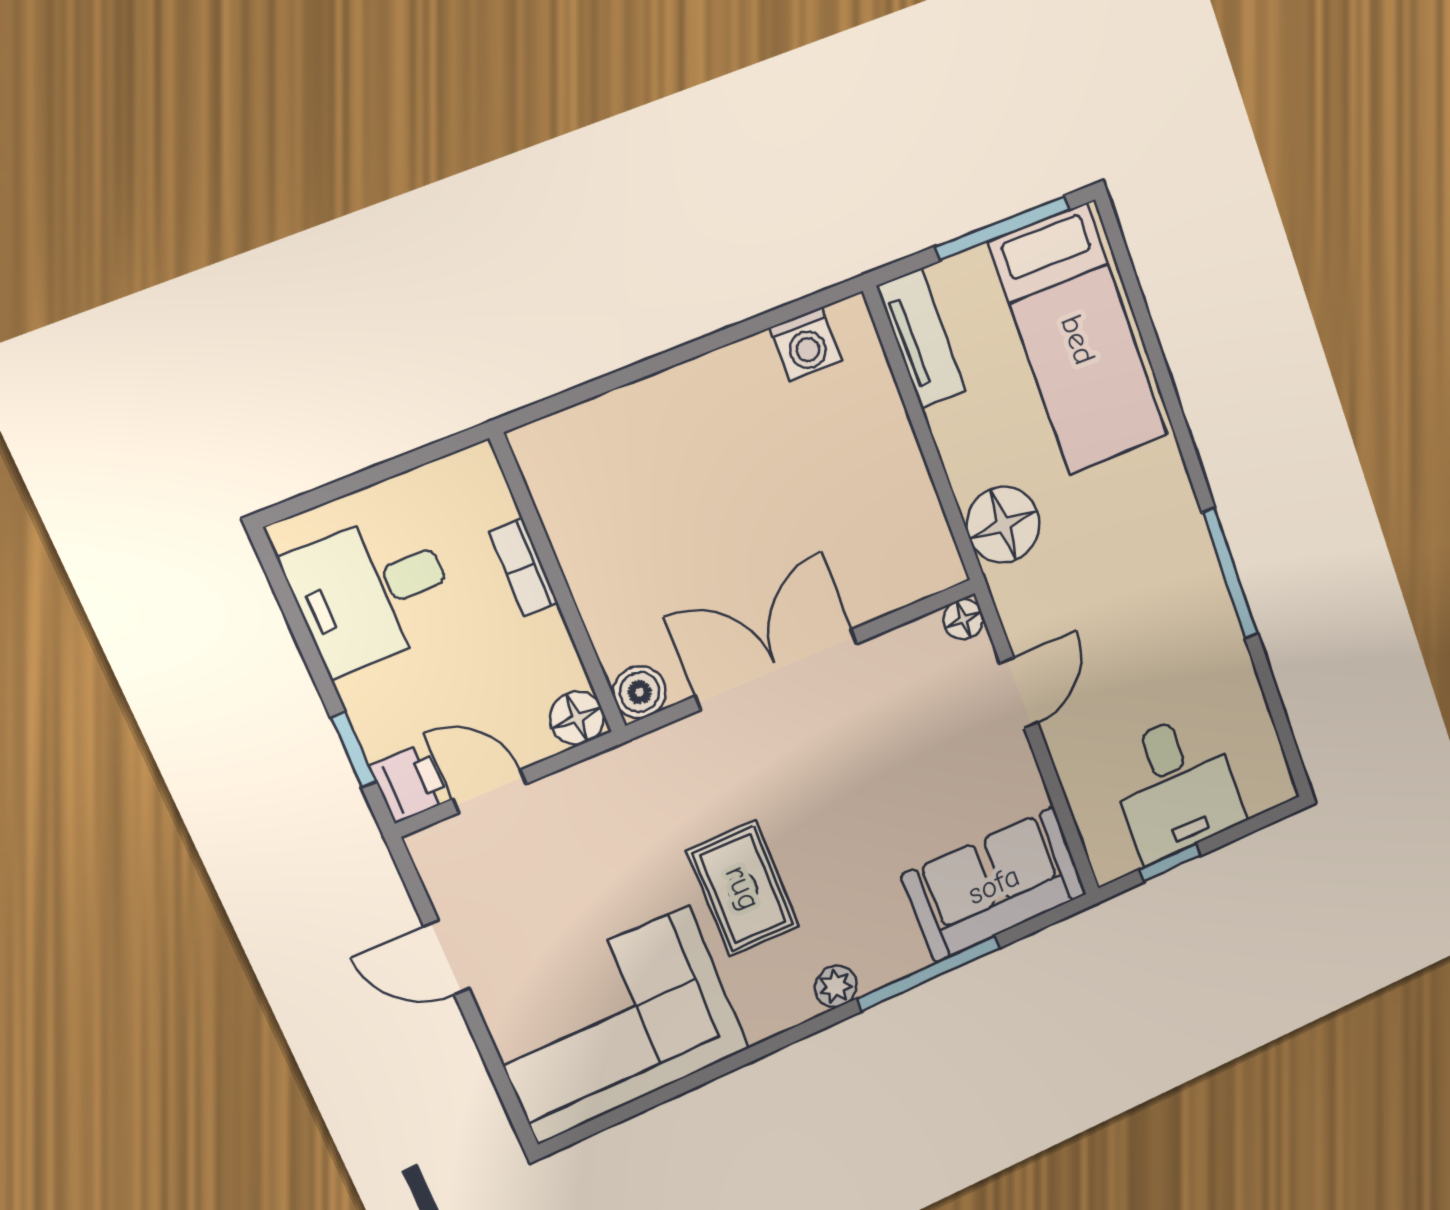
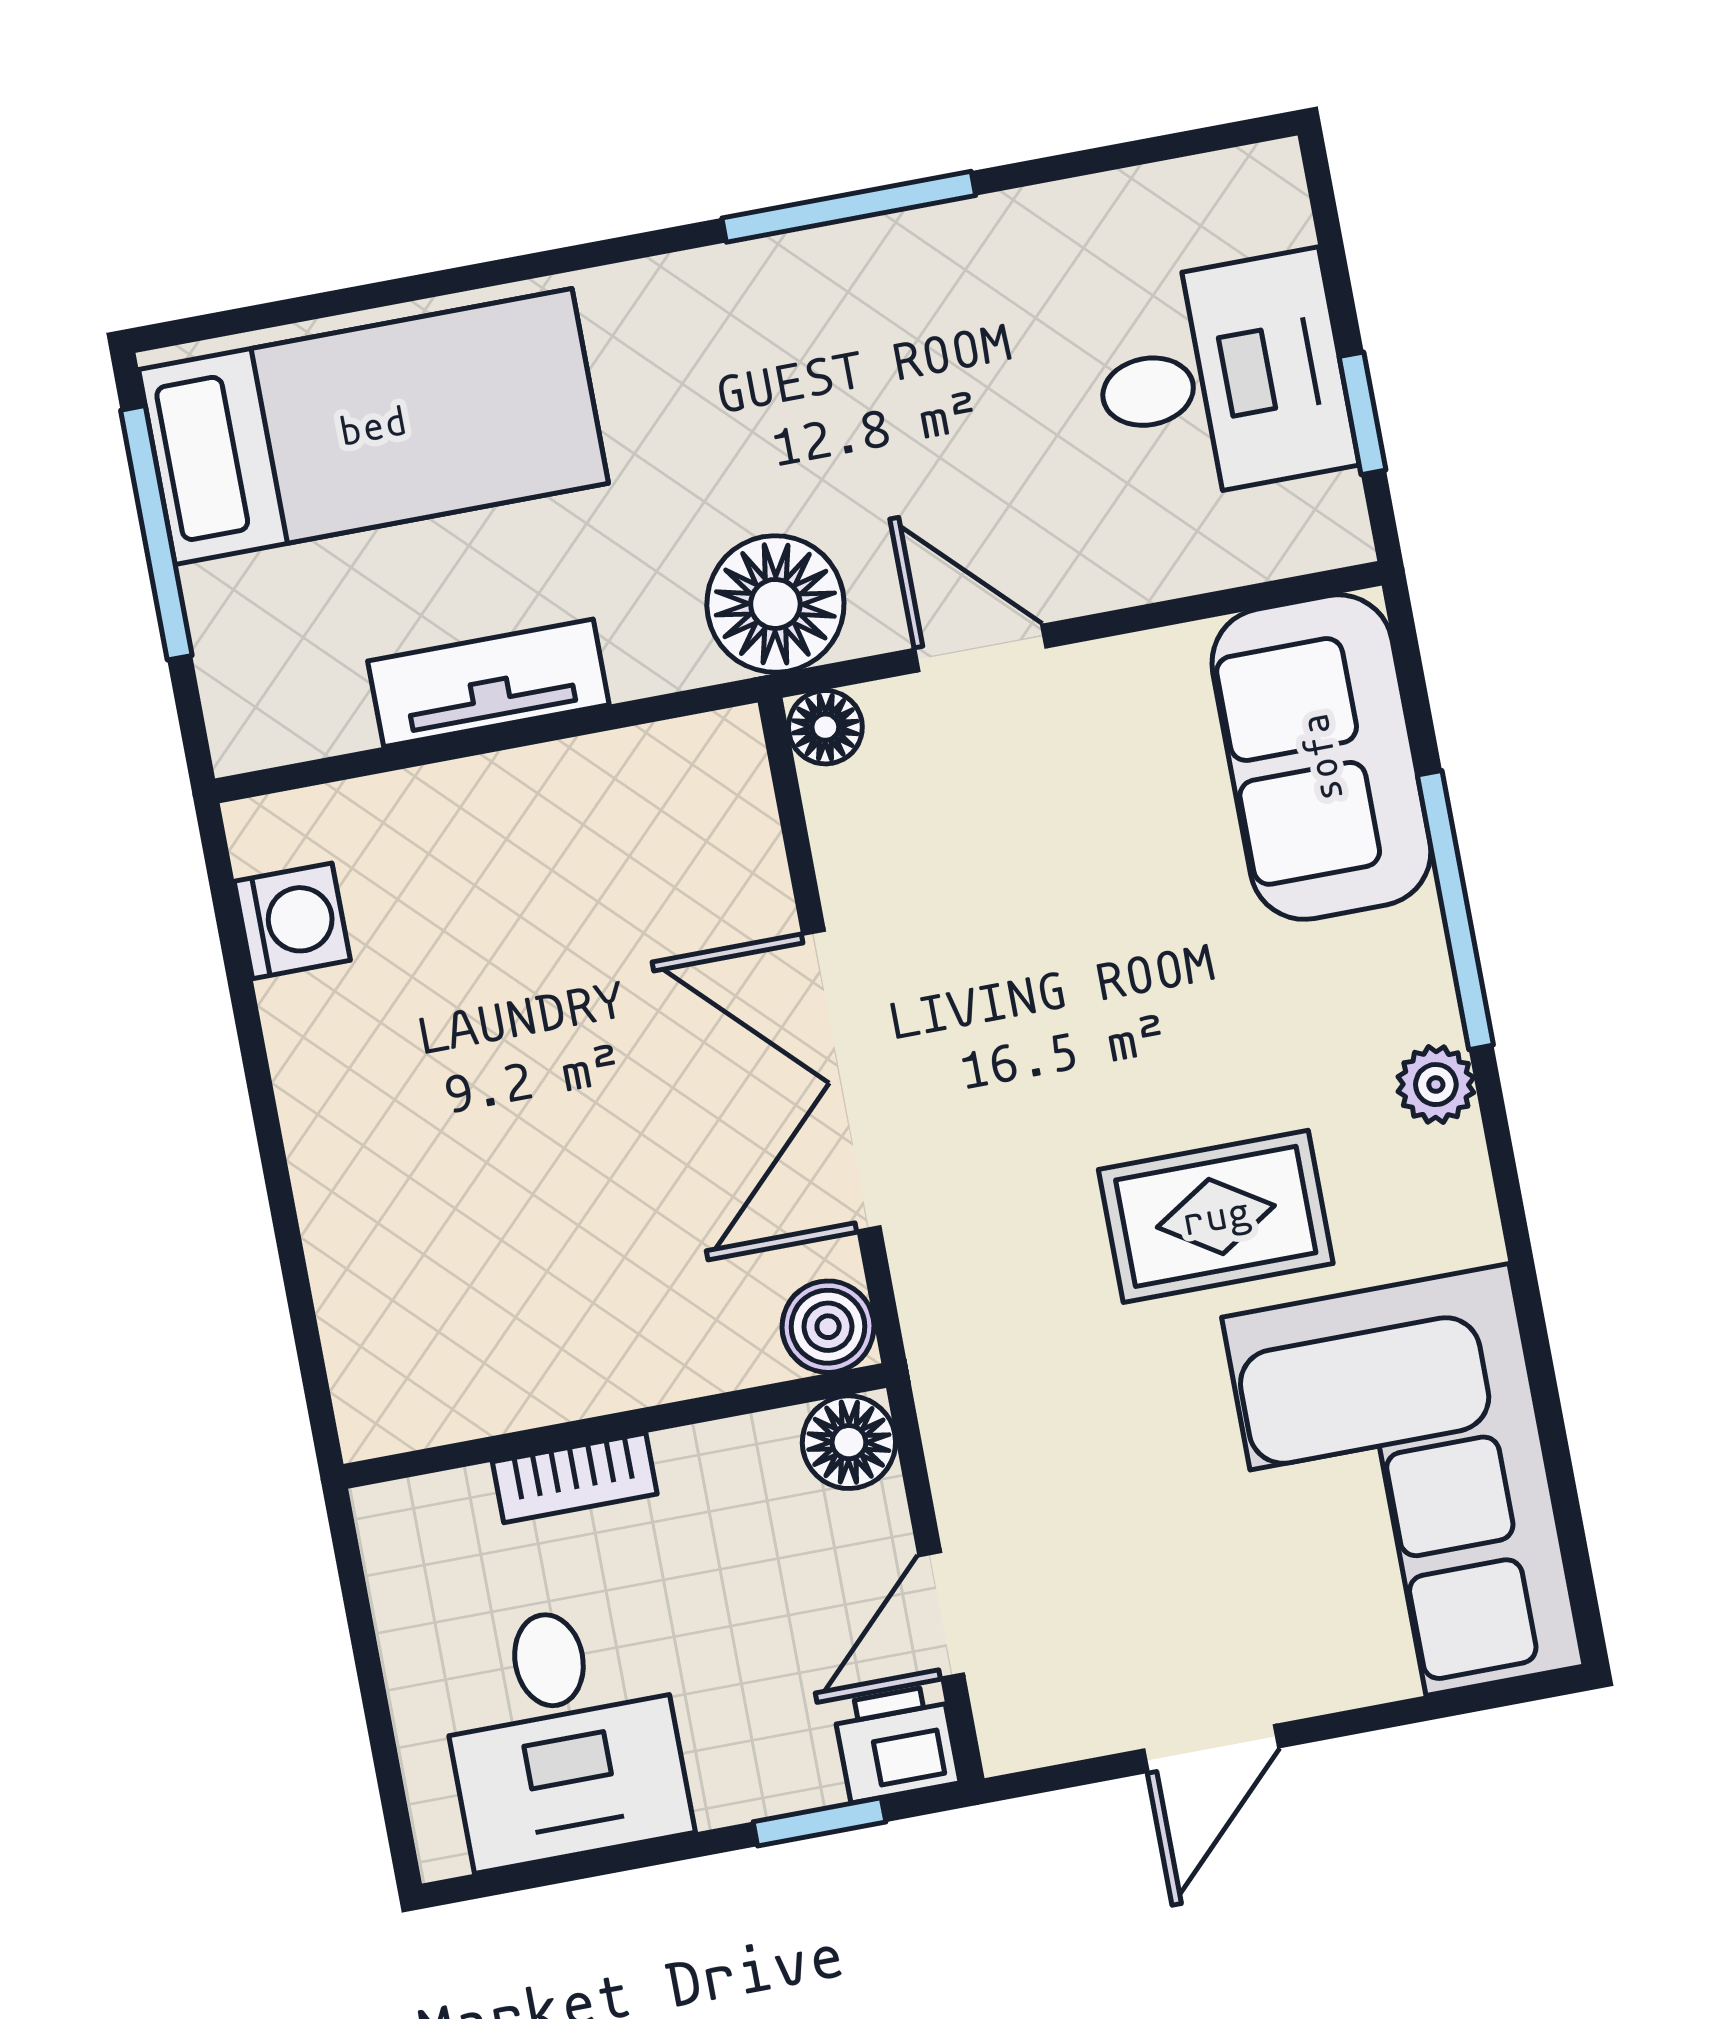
tv unit: (921, 339) -> (488, 683), moved
floor lamp: (1003, 525) -> (775, 604), moved

